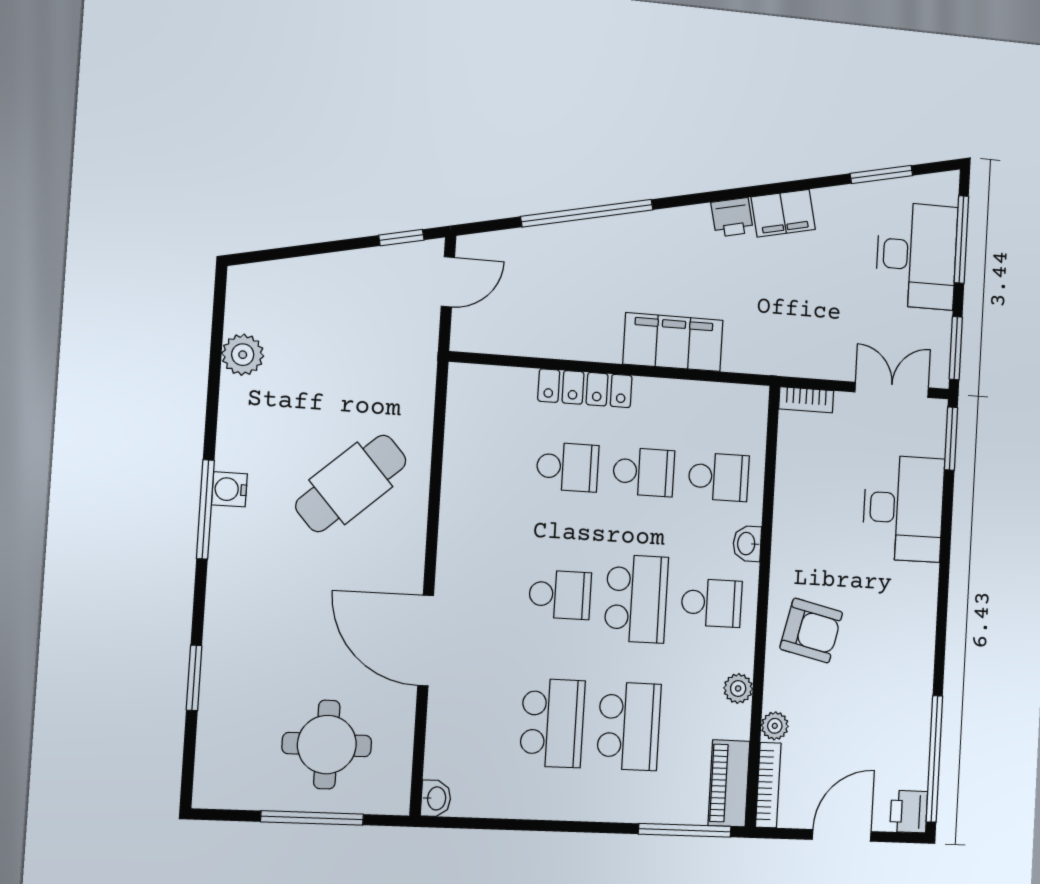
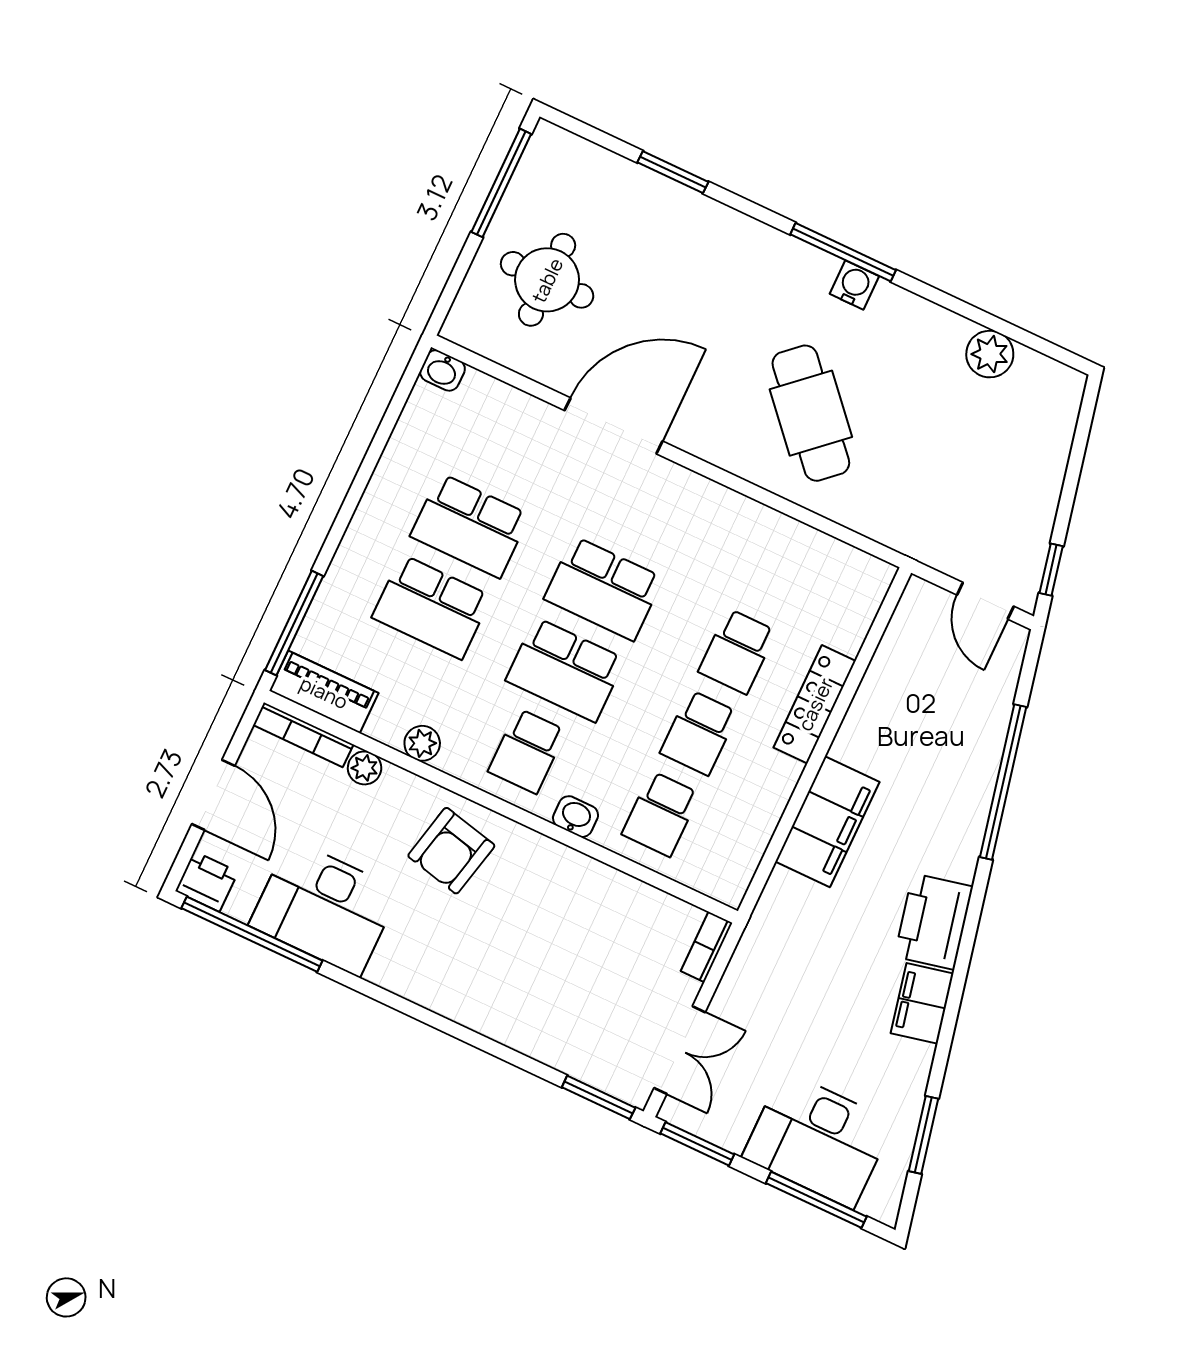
printer: (732, 217) -> (934, 922), width x1.87, depth x1.48
desk: (903, 508) -> (324, 908), moved
school desk: (560, 595) -> (604, 588), width x1.85
window: (312, 818) -> (501, 183), moved

